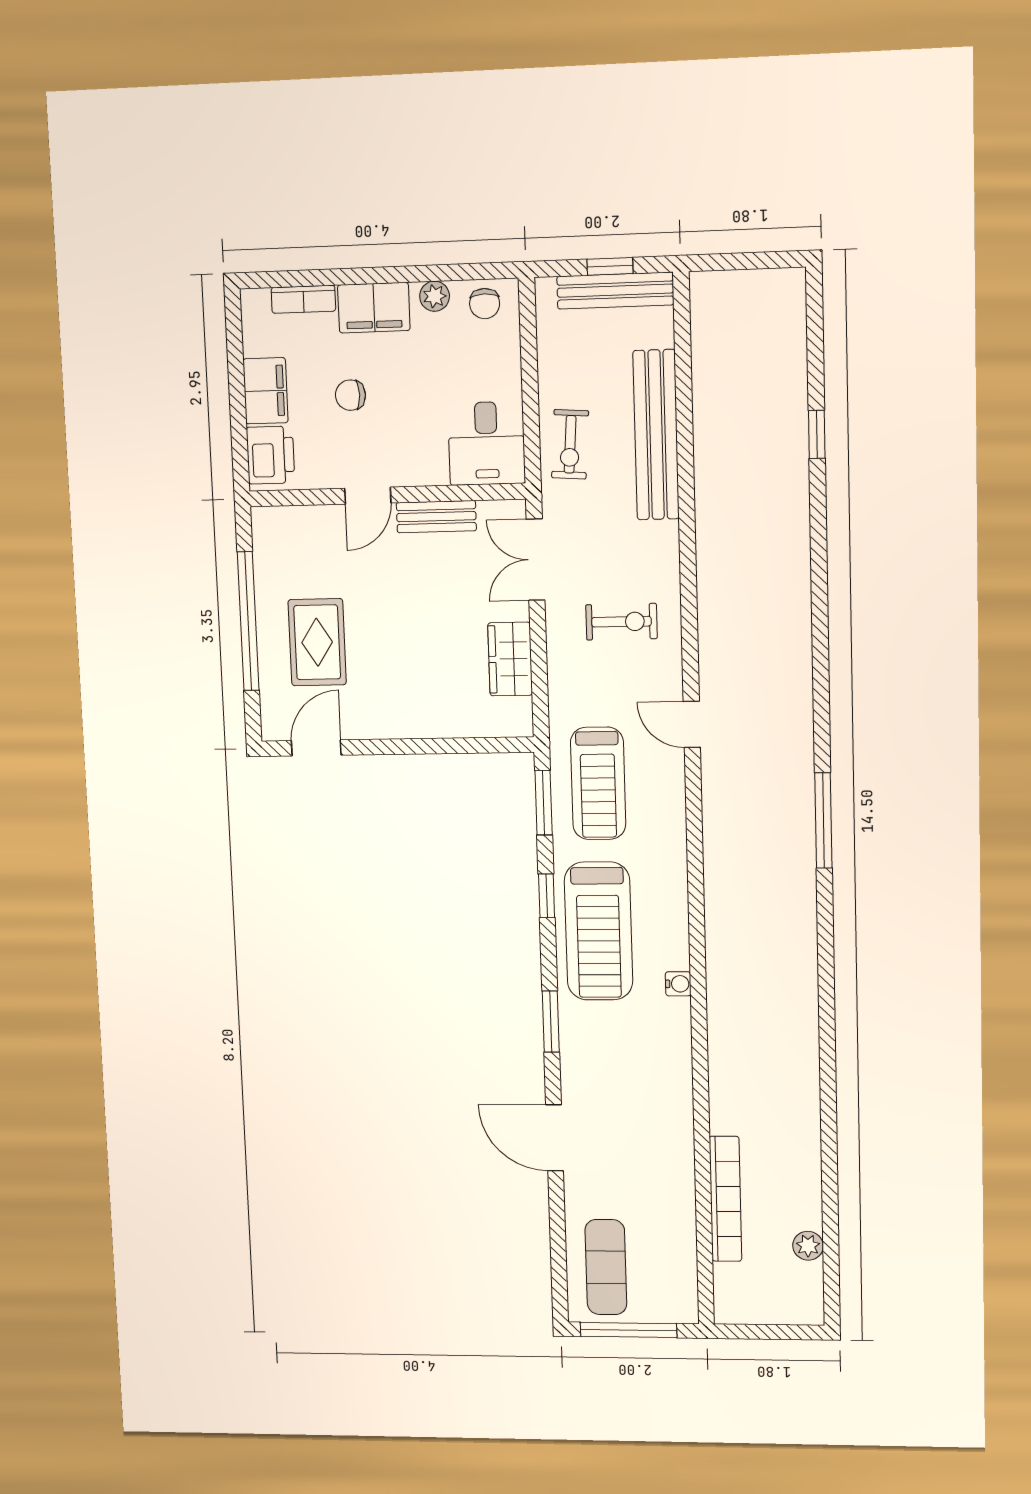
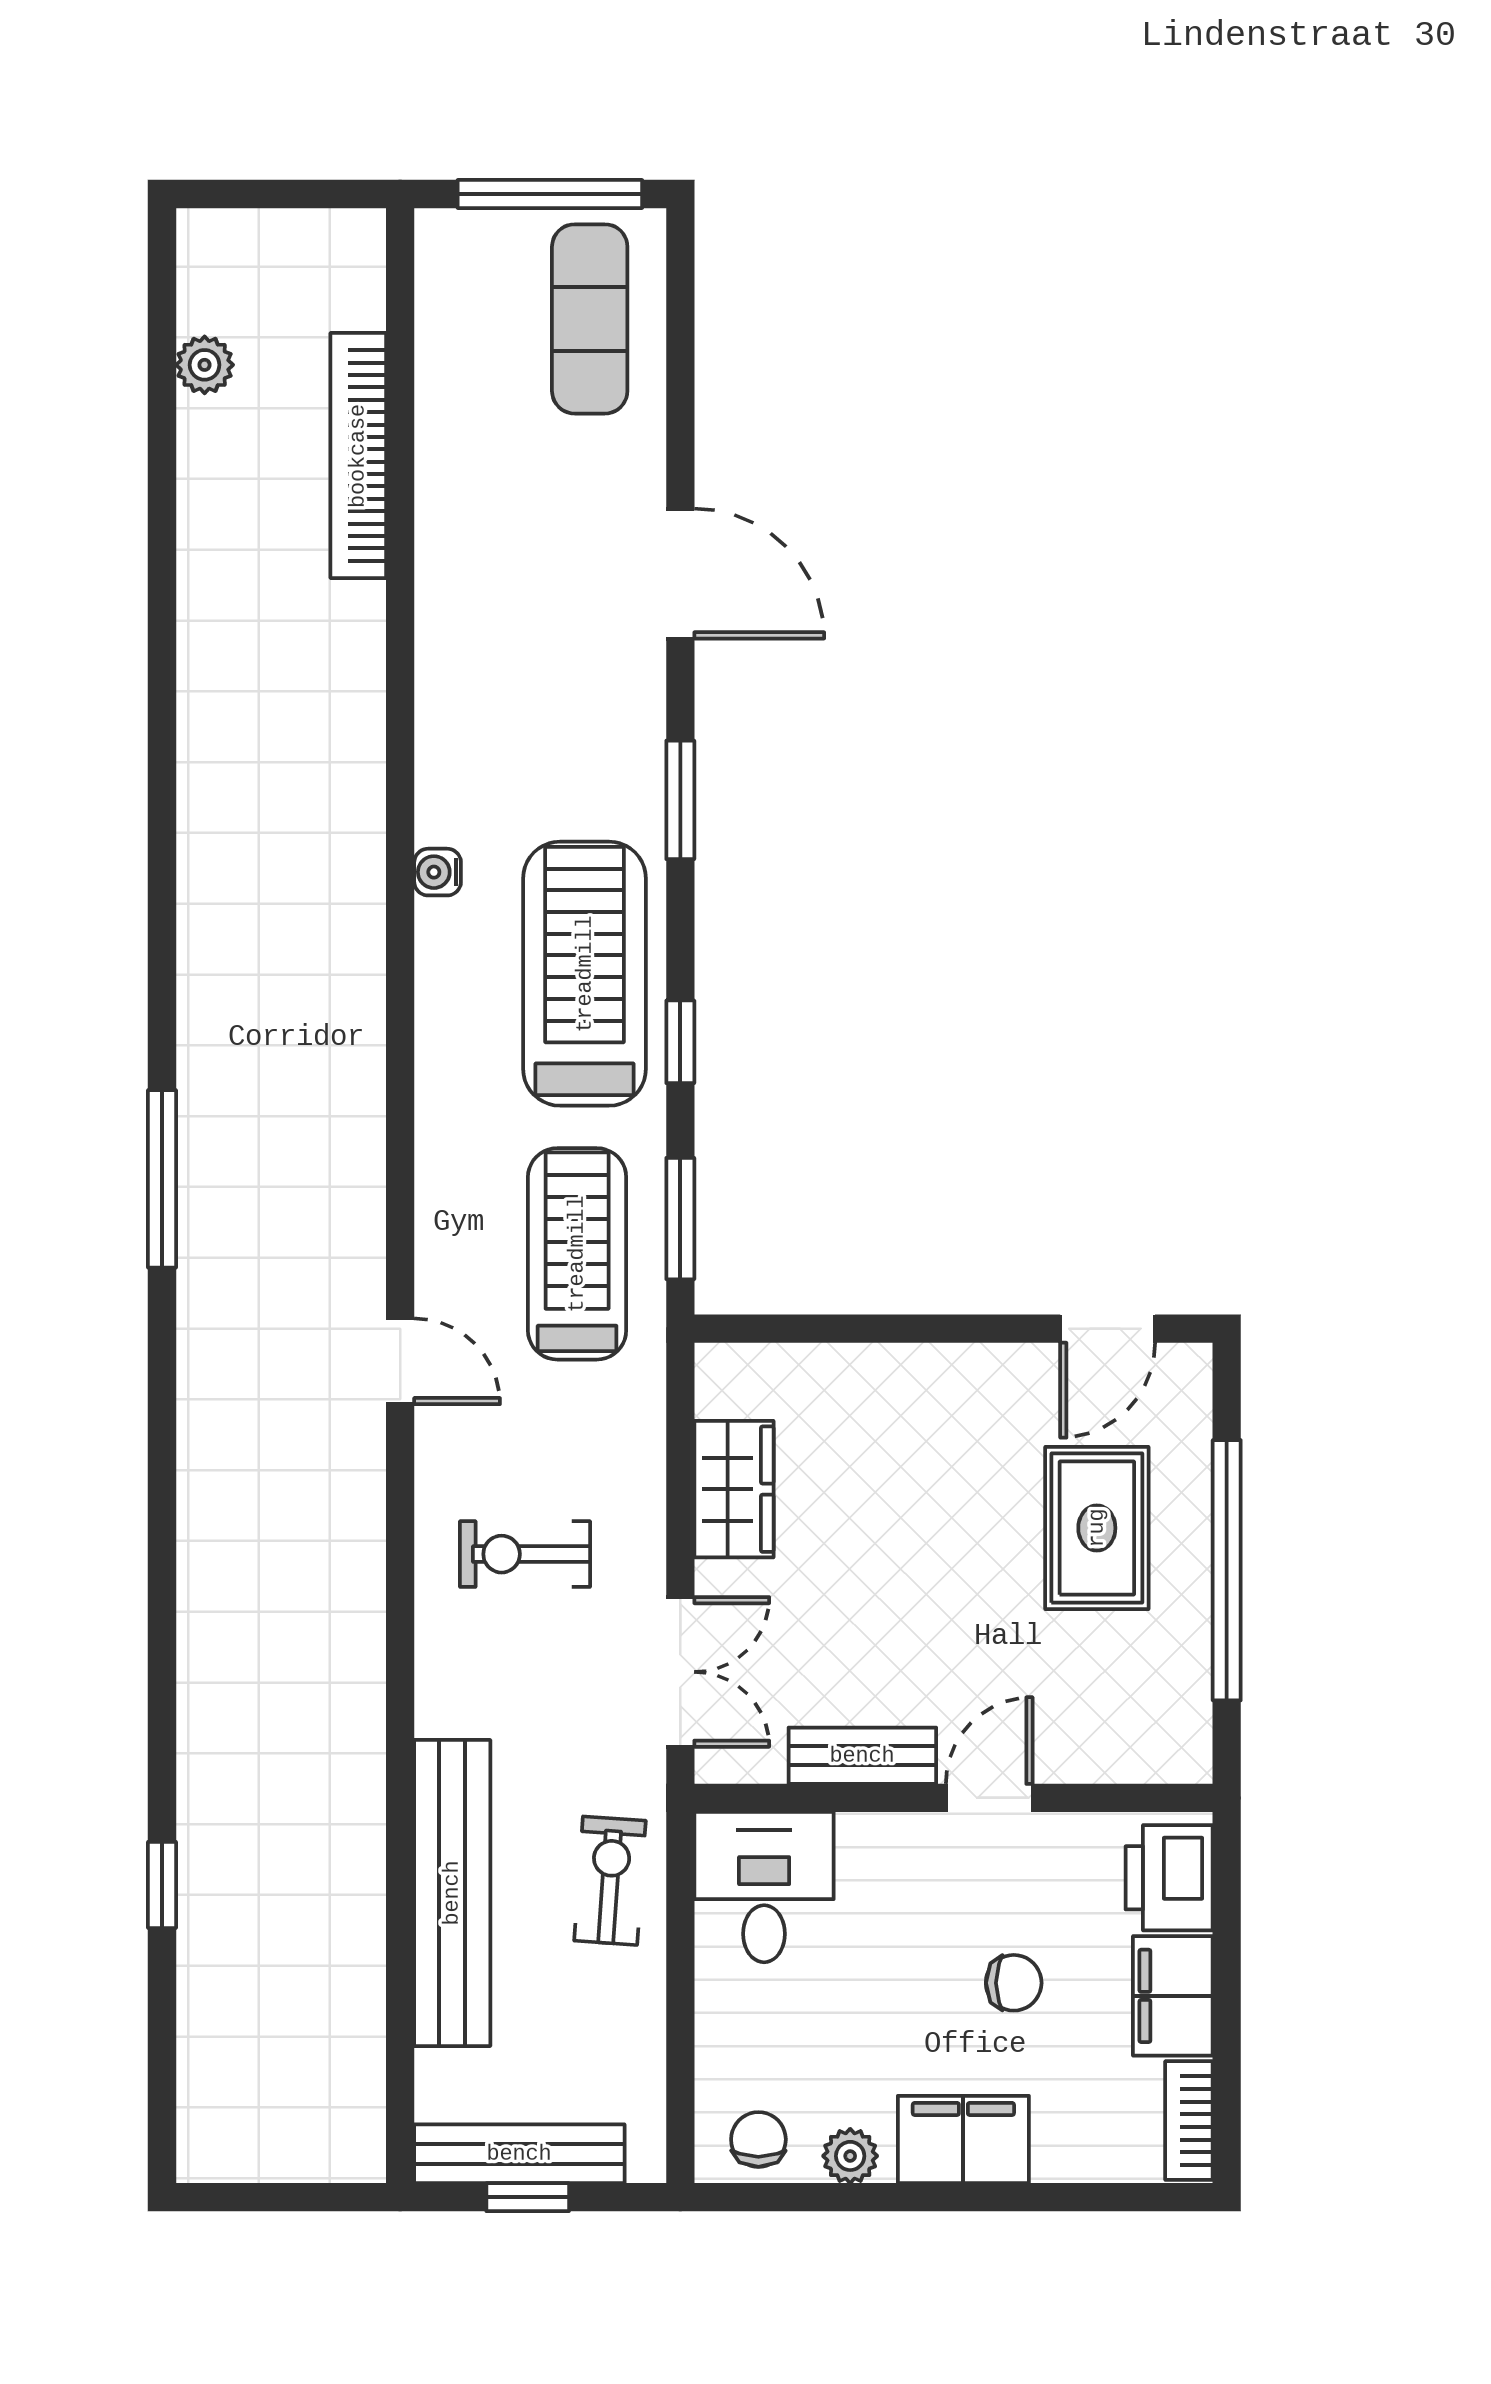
bookcase: (303, 299) -> (1189, 2121), moved, turned -90

